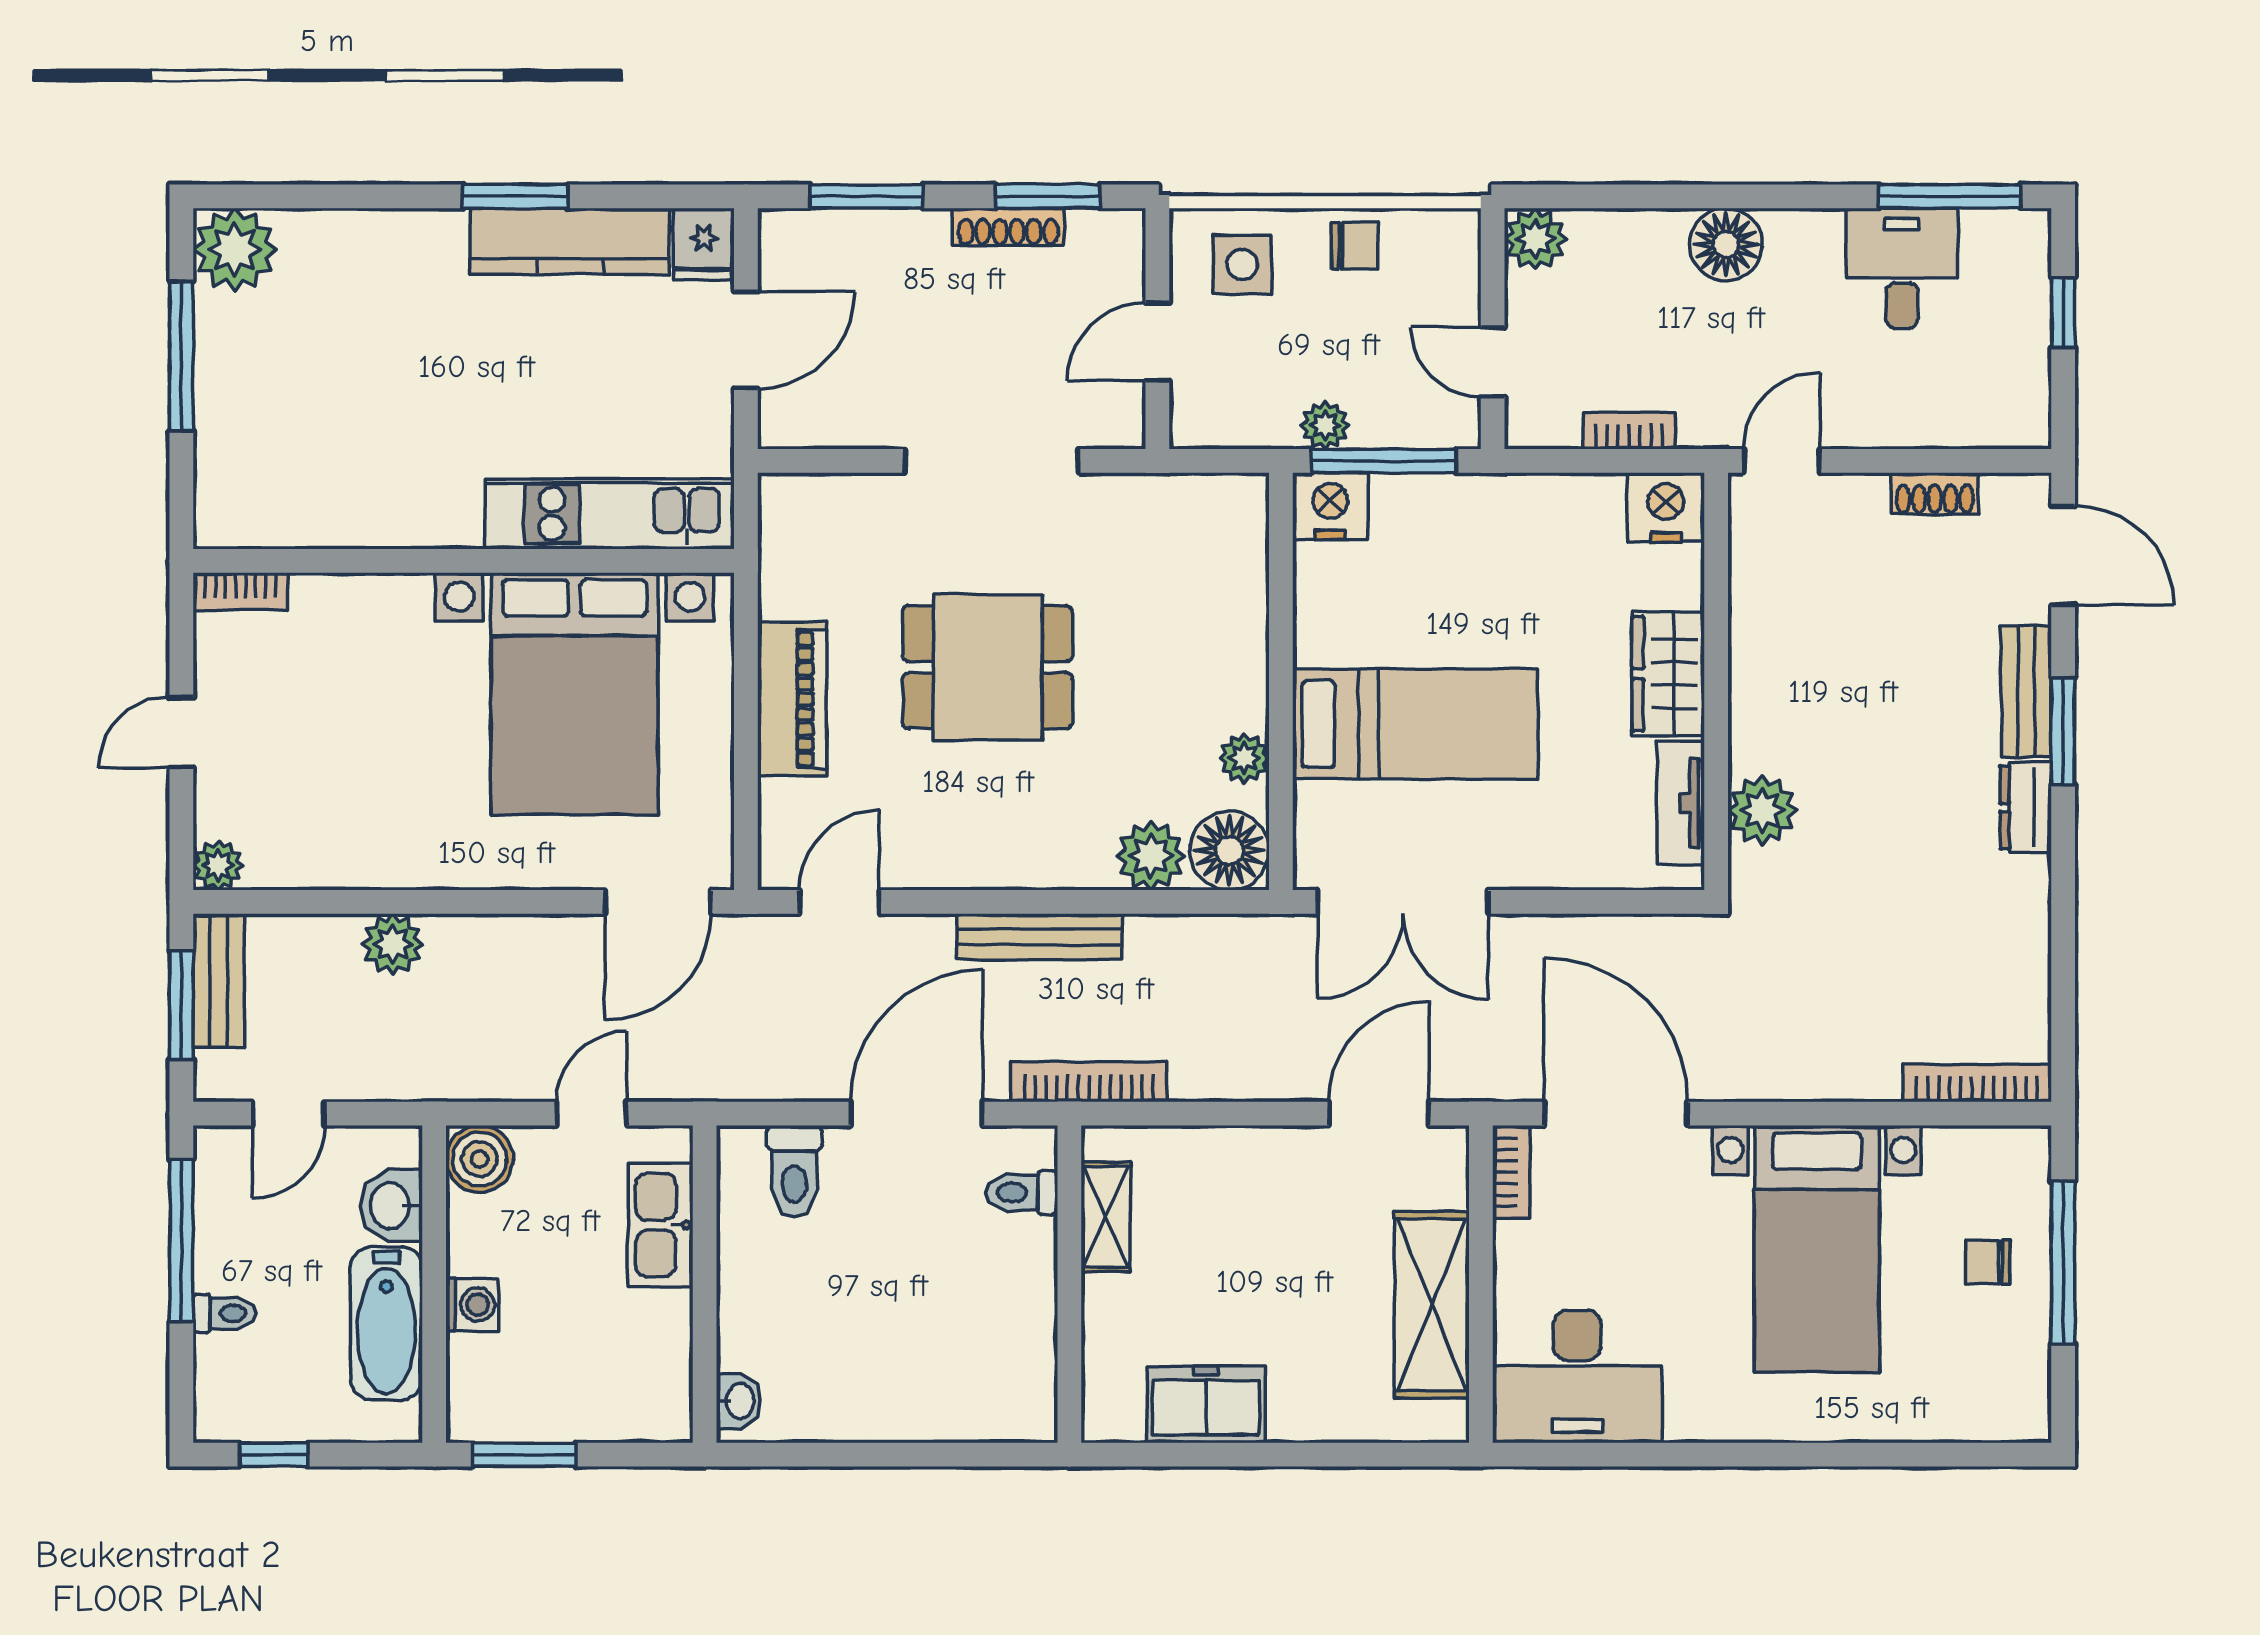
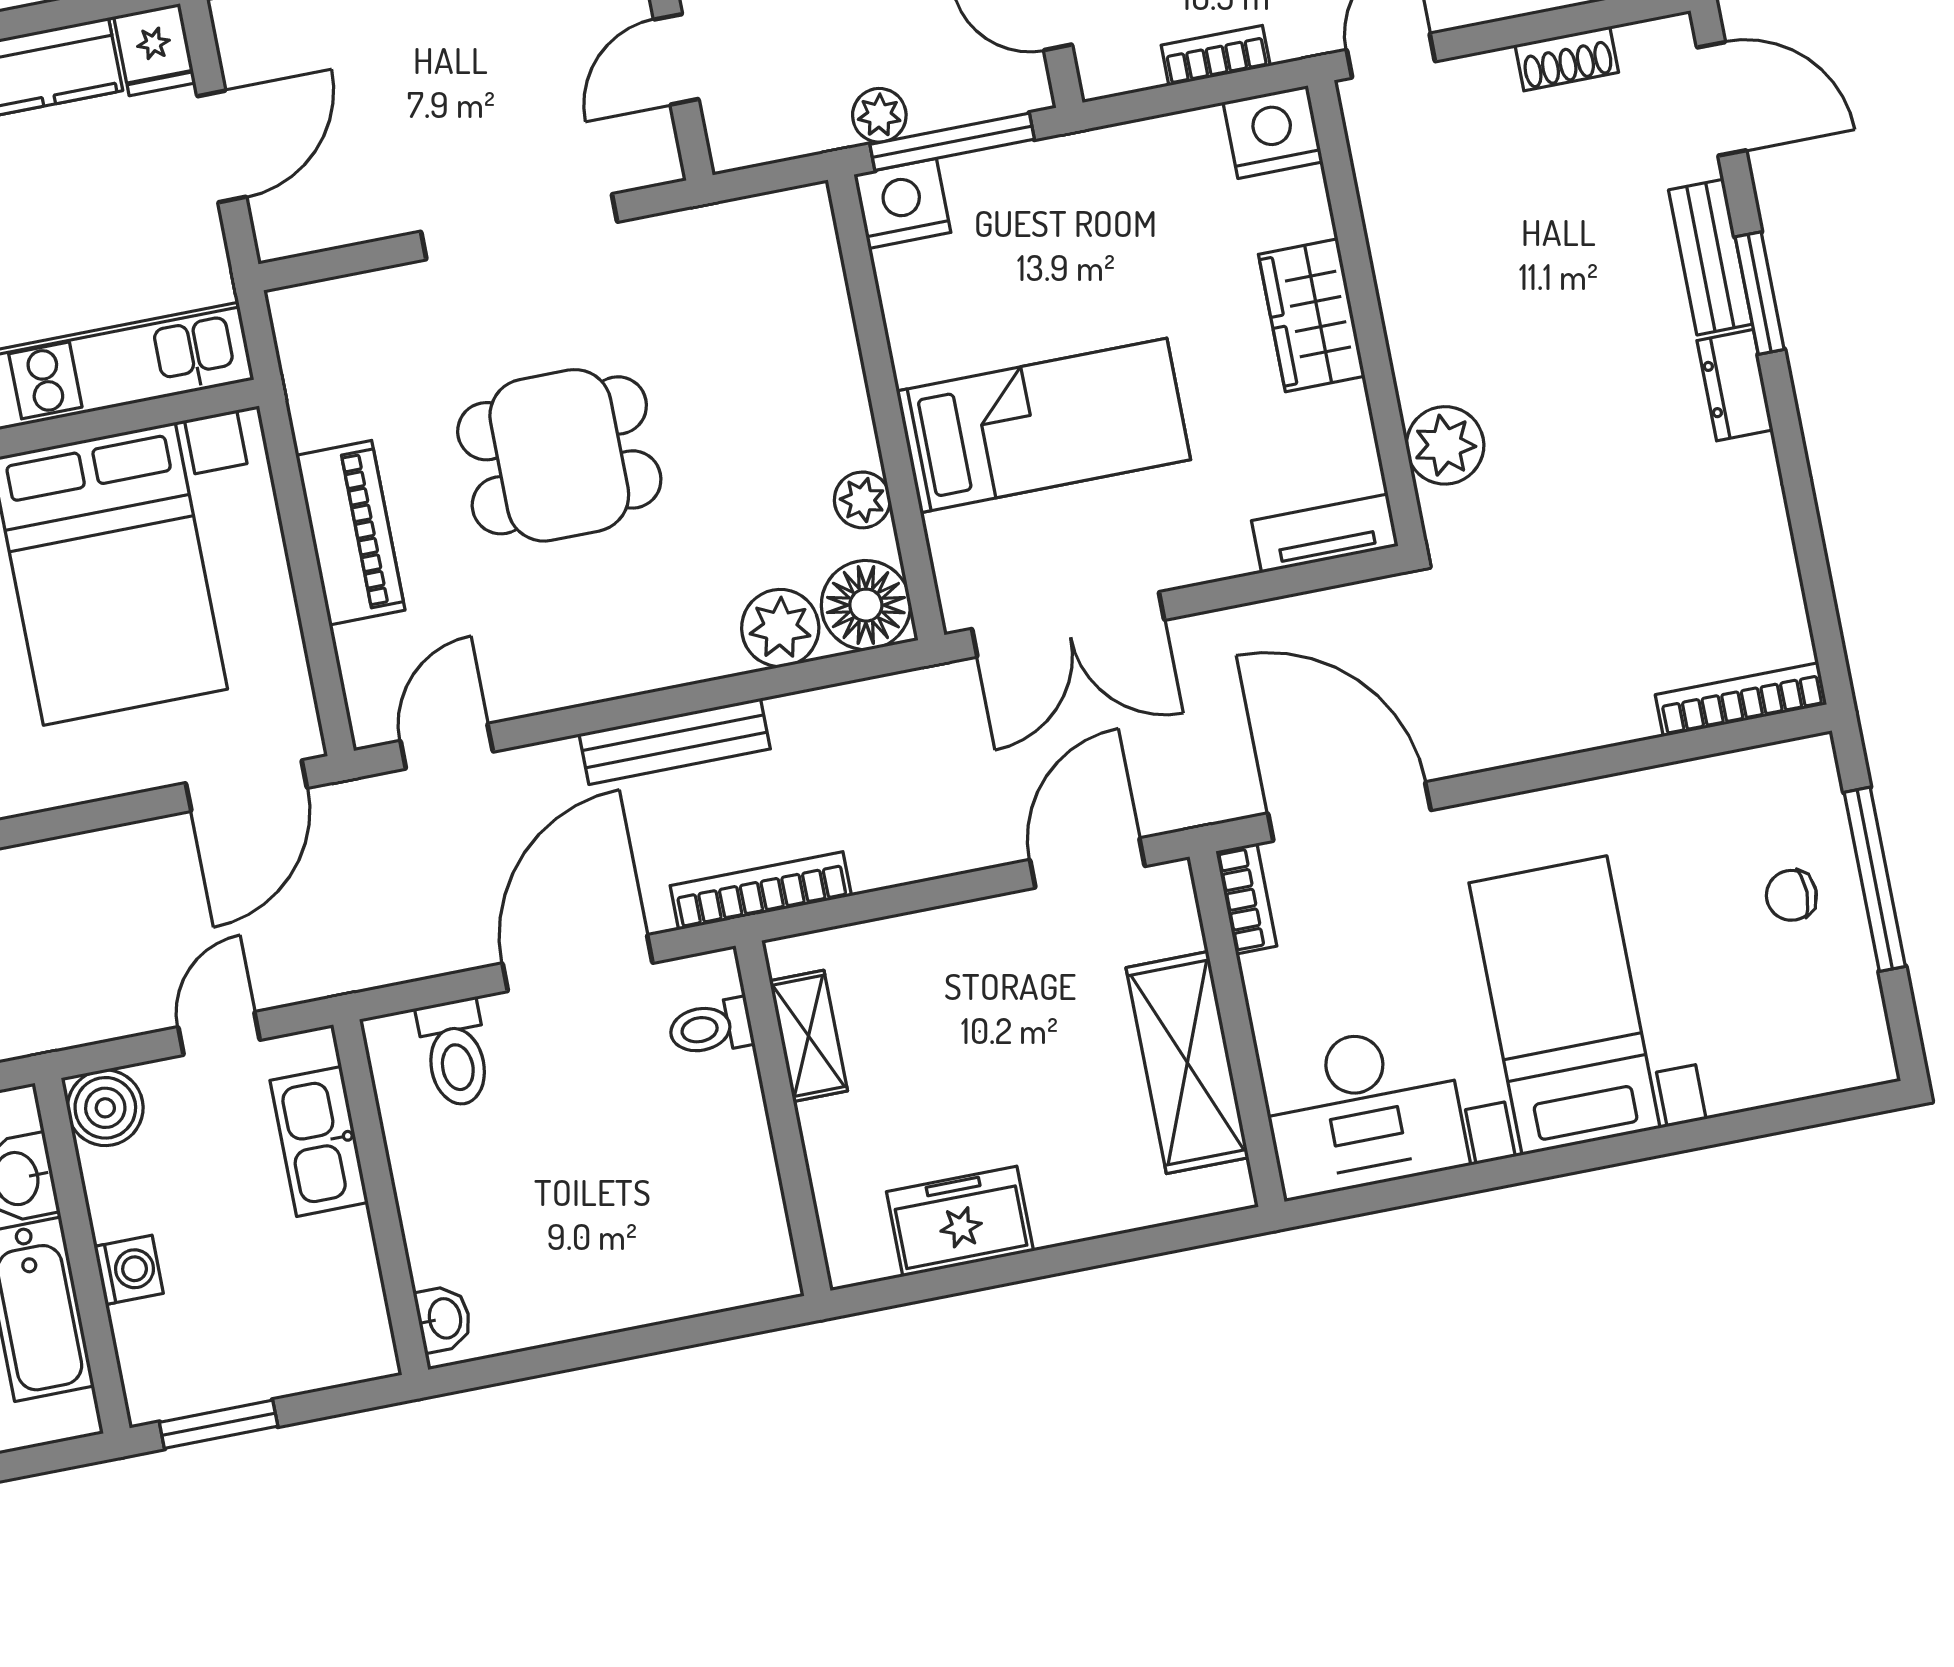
tv unit: (1681, 803) -> (1325, 533), moved, turned 90
bed with nightstands: (1817, 1249) -> (1564, 1005), moved, turned 180

